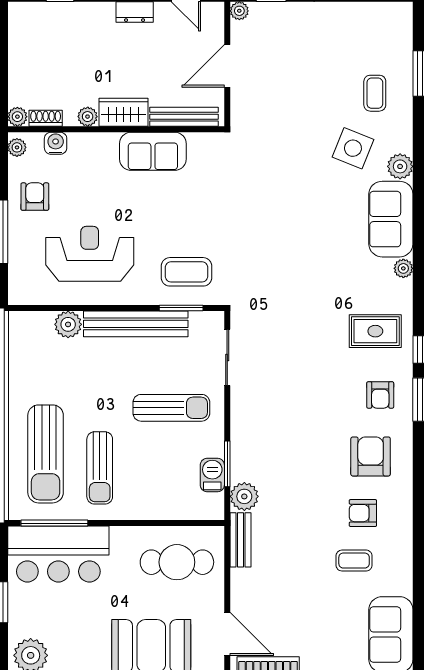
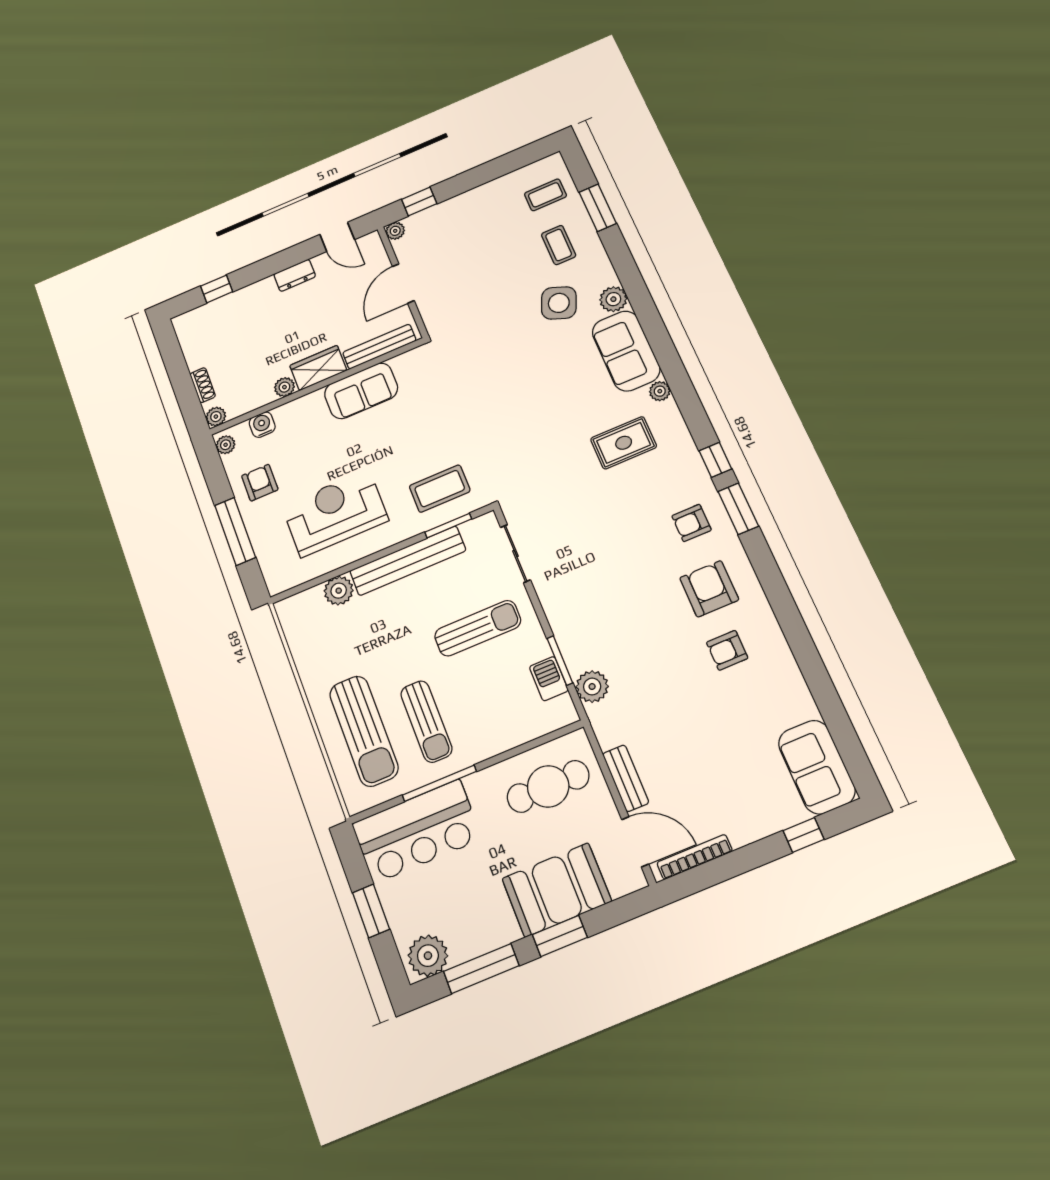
shoe rack: (46, 118) -> (203, 385), moved, turned 90
rug: (375, 331) -> (624, 443), moved
armchair: (380, 395) -> (691, 523), turned 90
window: (54, 523) -> (439, 783), moved
bench: (241, 540) -> (626, 778), moved
coffee table: (354, 561) -> (545, 195), moved

